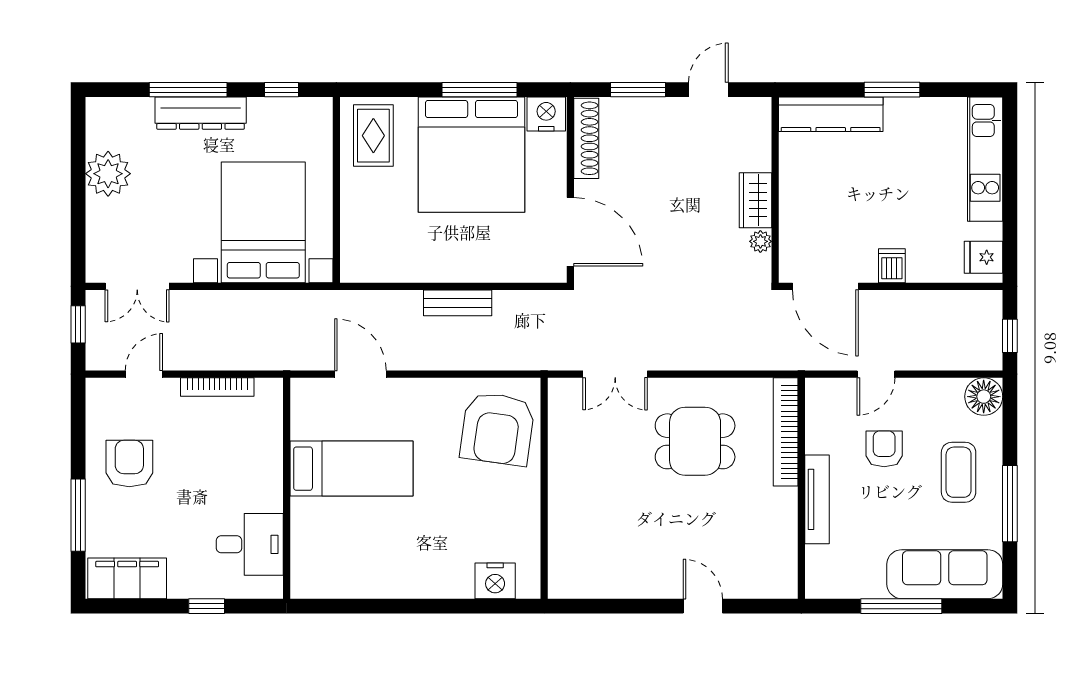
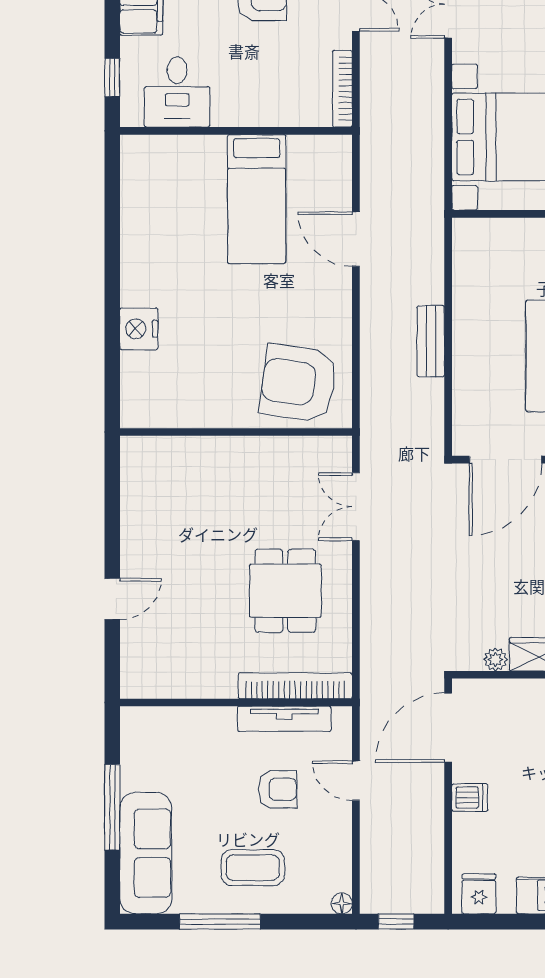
door: (360, 374) -> (356, 239), swing flipped
floor lamp: (984, 397) -> (342, 903), width x0.53, depth x0.53
bed: (352, 469) -> (257, 199), moved
wall: (287, 488) -> (236, 131), moved
tv unit: (817, 499) -> (284, 719), moved
desk: (250, 544) -> (177, 92), moved
nightstand: (495, 581) -> (139, 329), moved

